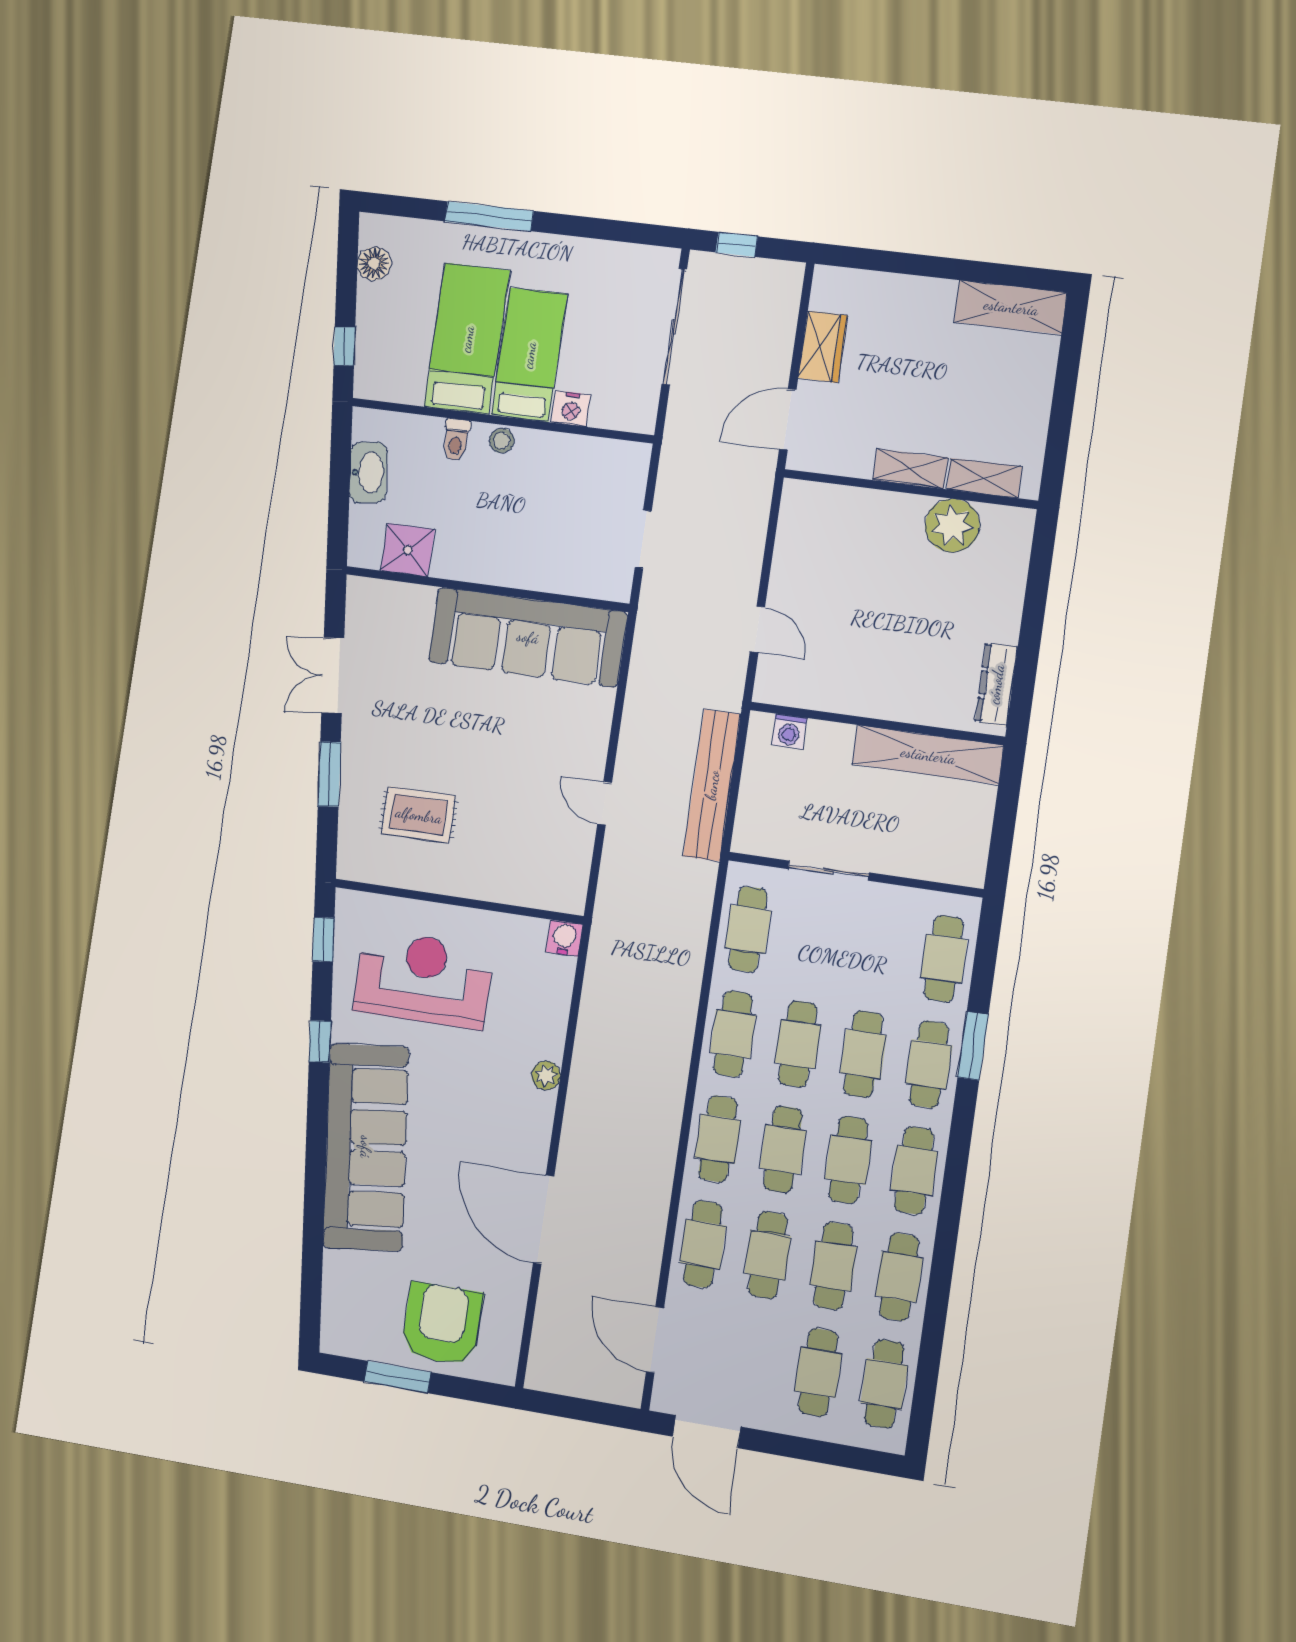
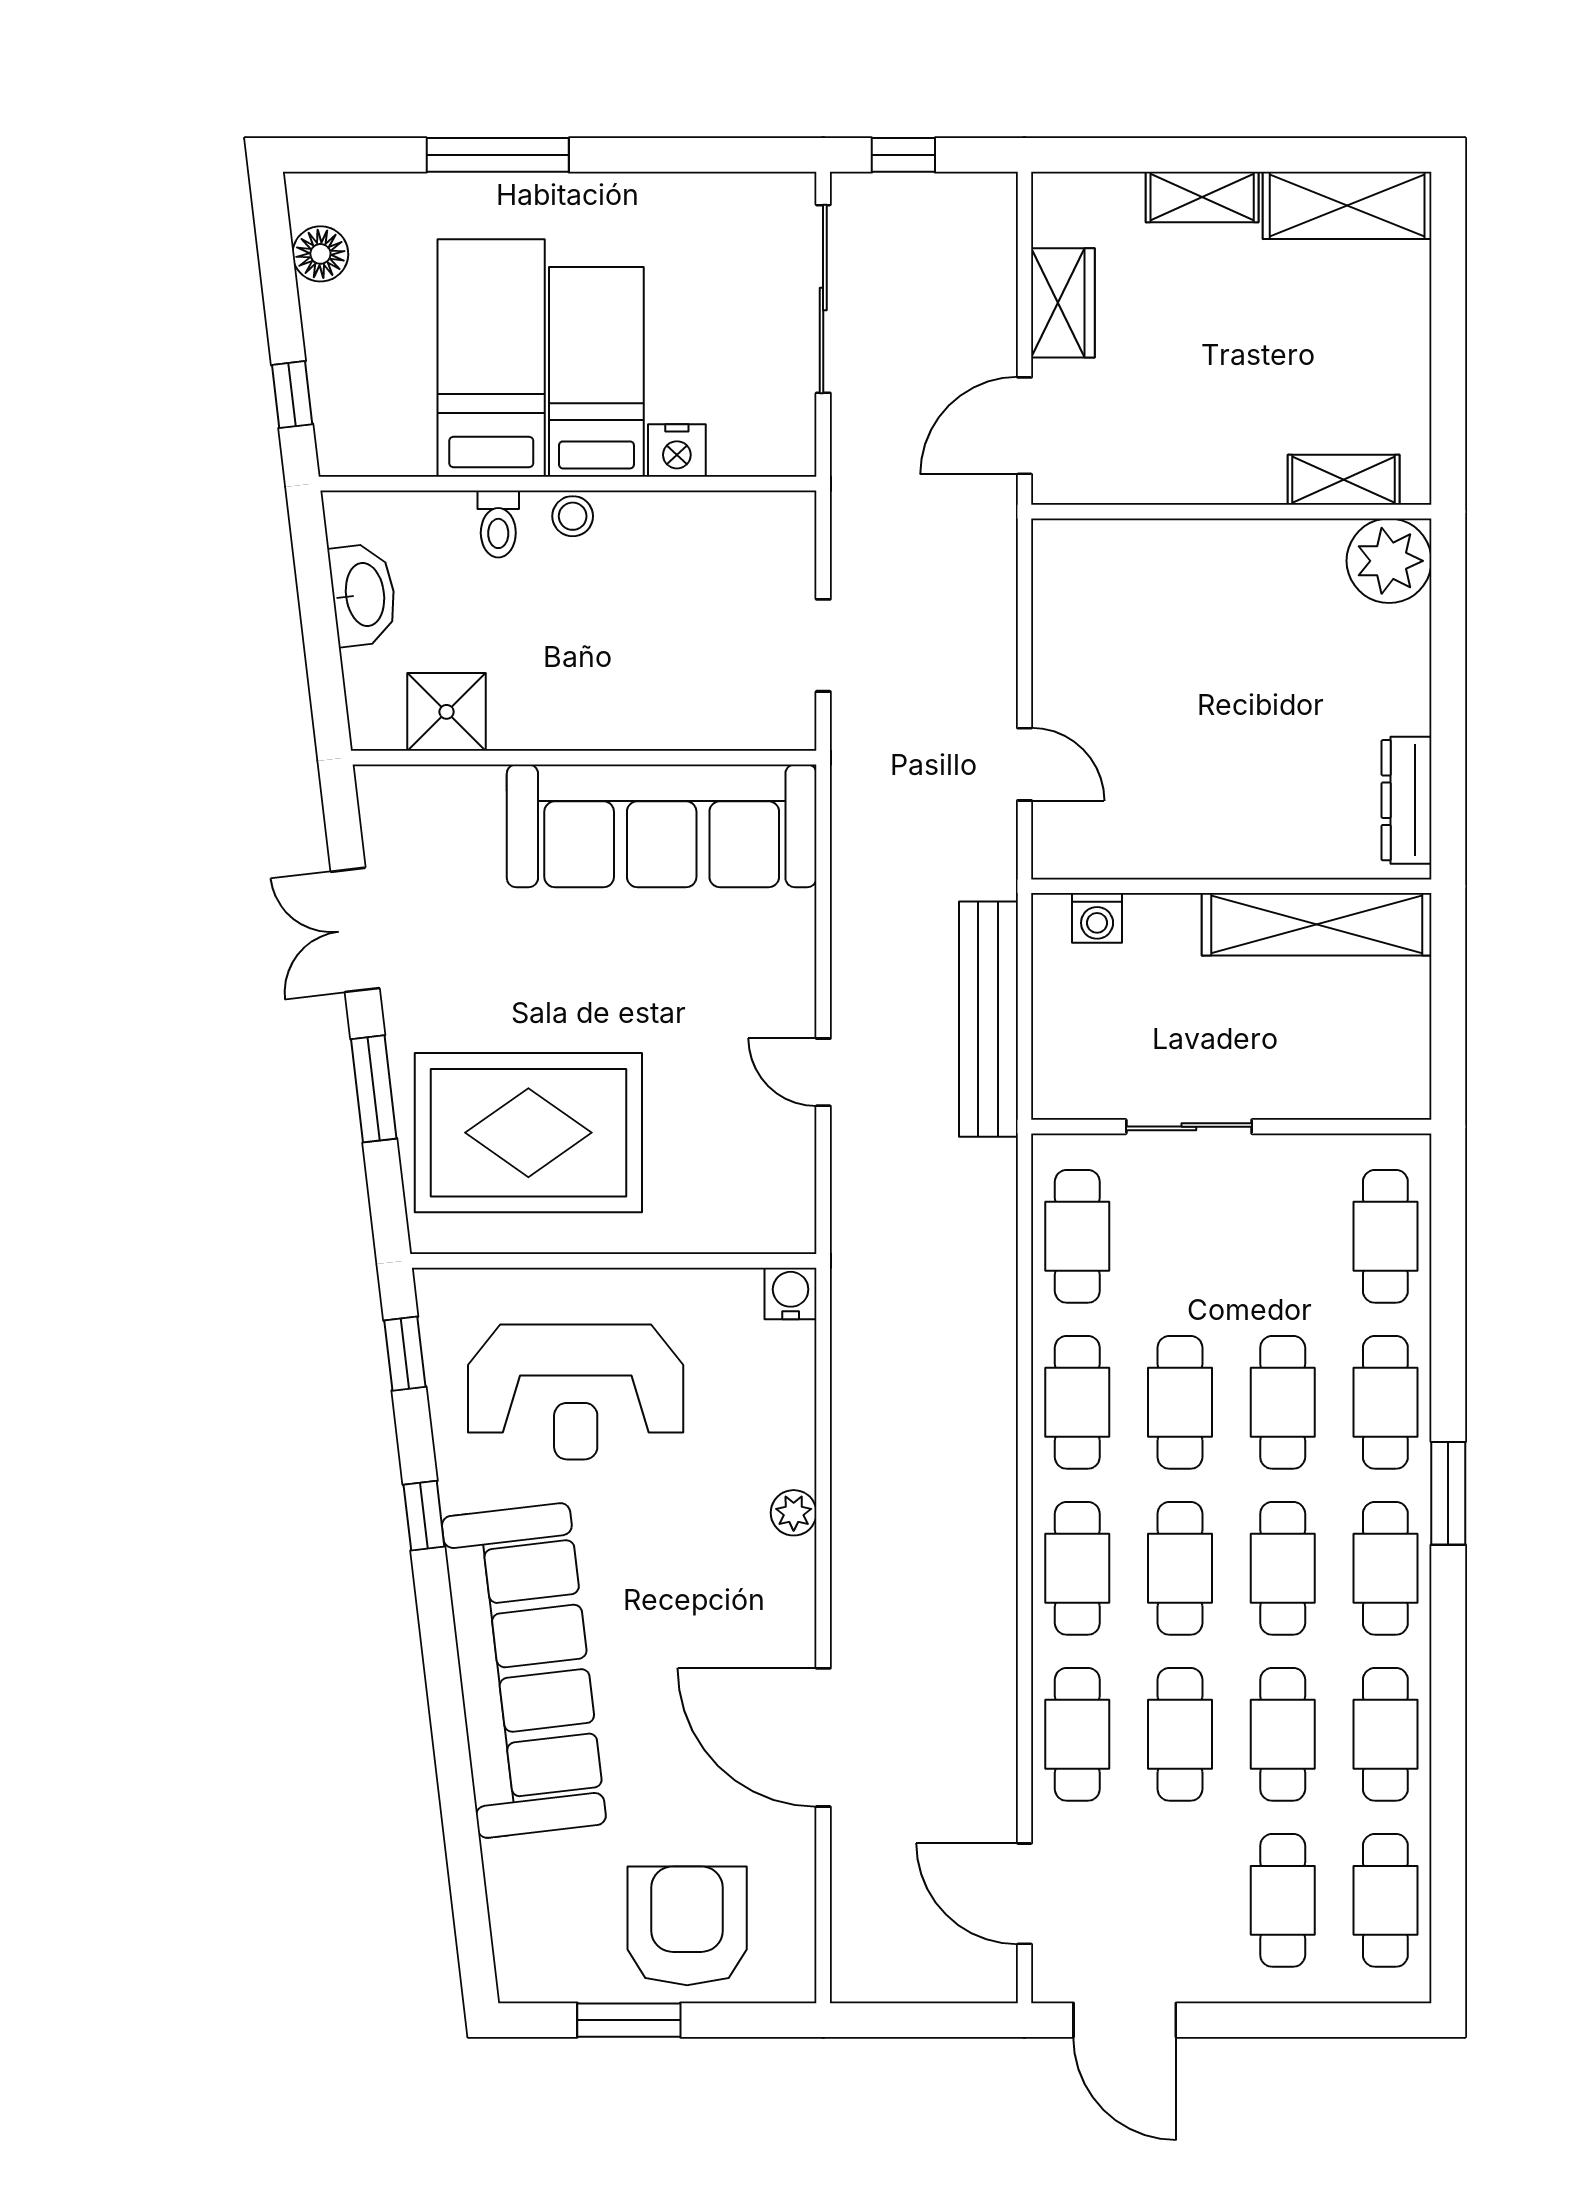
shelving: (910, 469) -> (1202, 197), moved
plant: (952, 526) -> (1389, 561), moved
rug: (419, 815) -> (528, 1133), width x1.86, depth x2.06
reception desk: (423, 979) -> (576, 1392), turned 180
window: (973, 1046) -> (1448, 1493), moved

